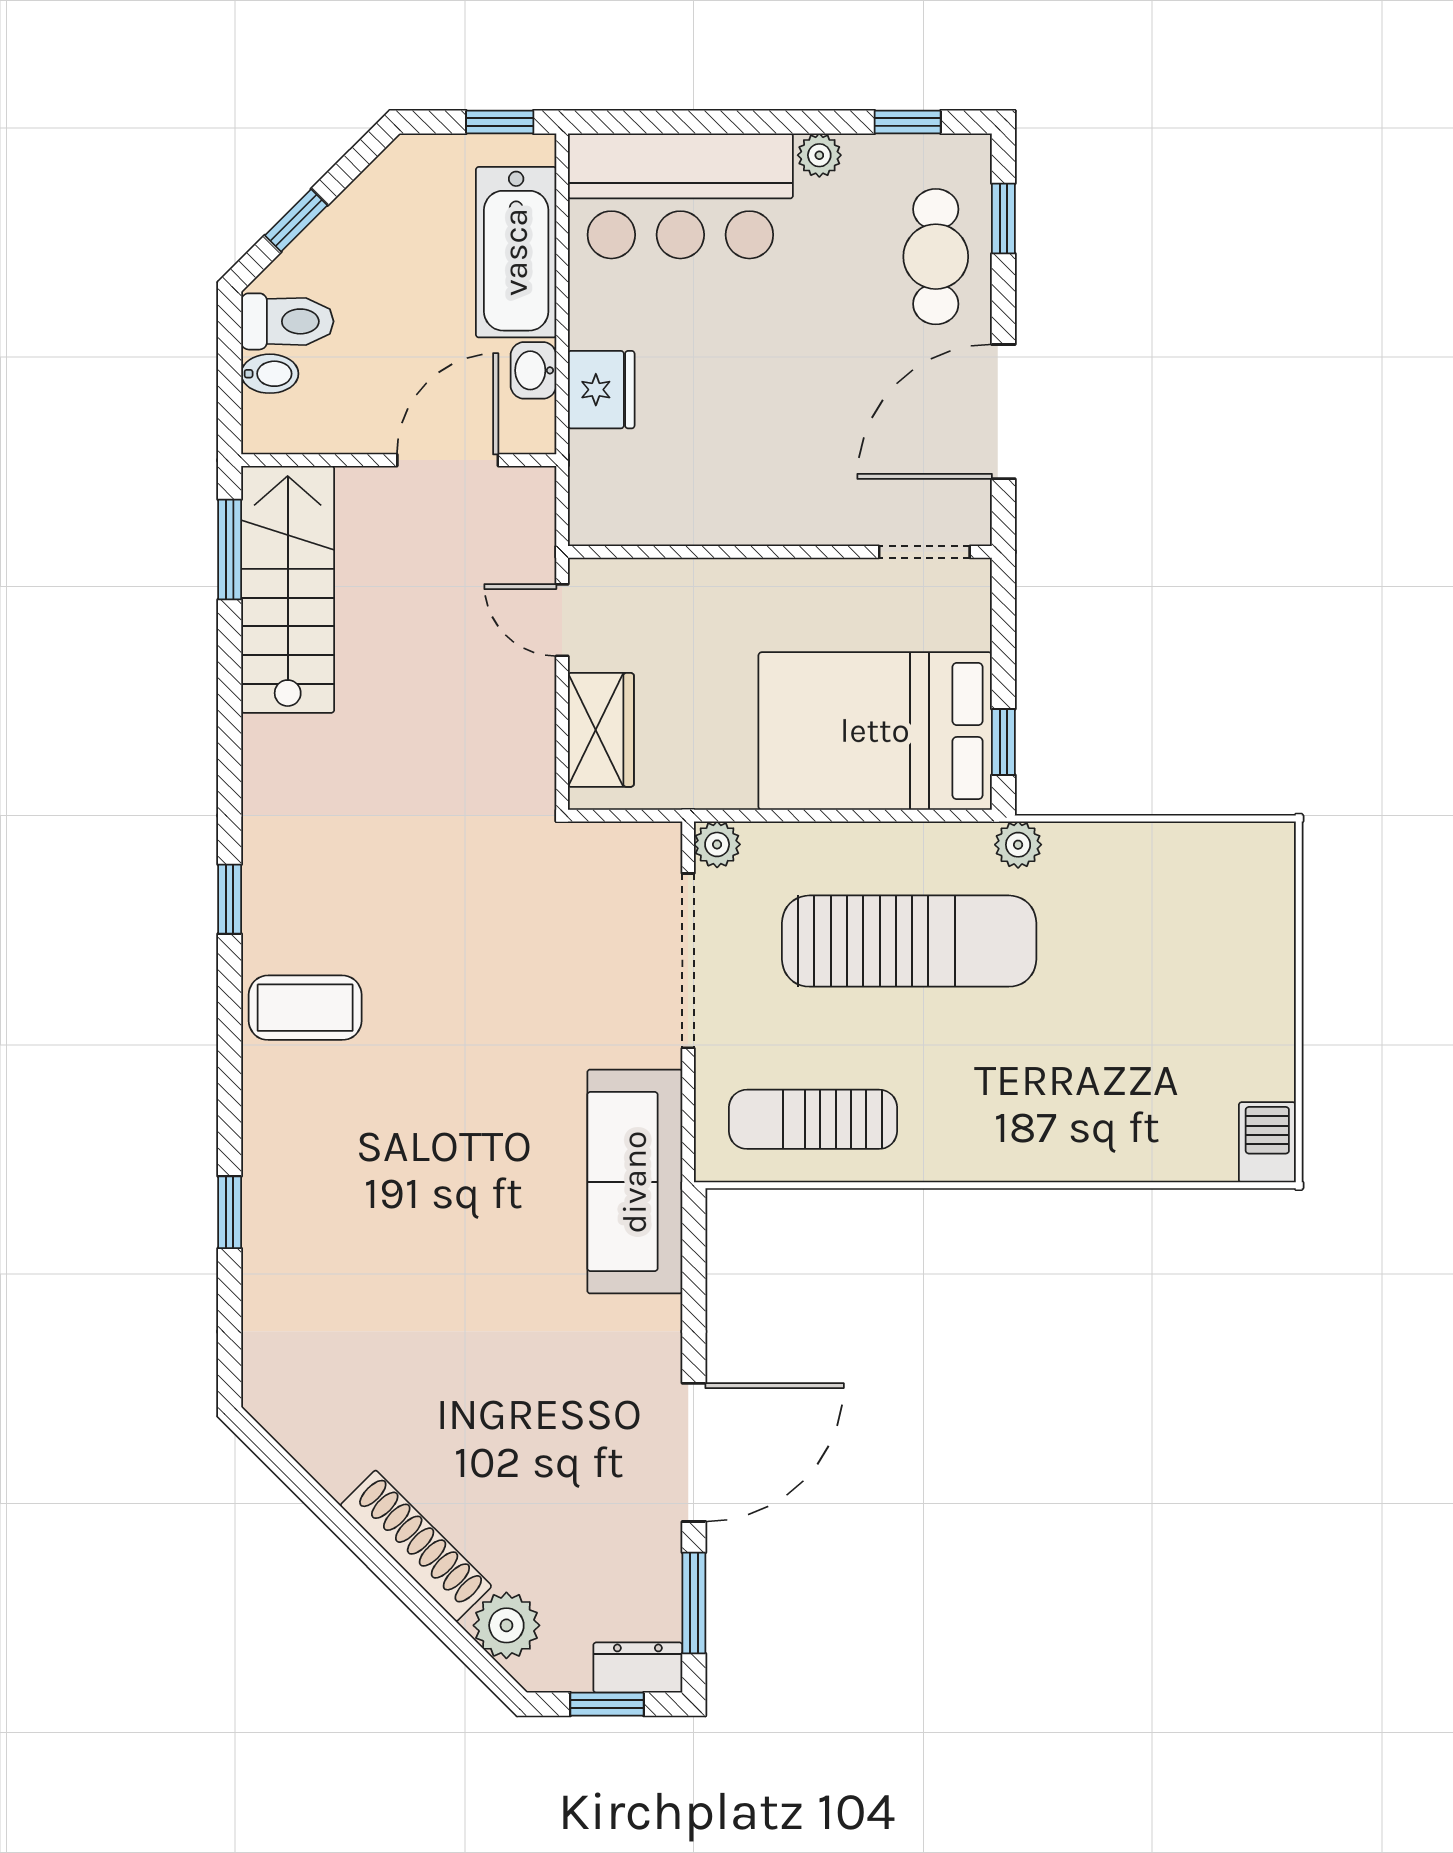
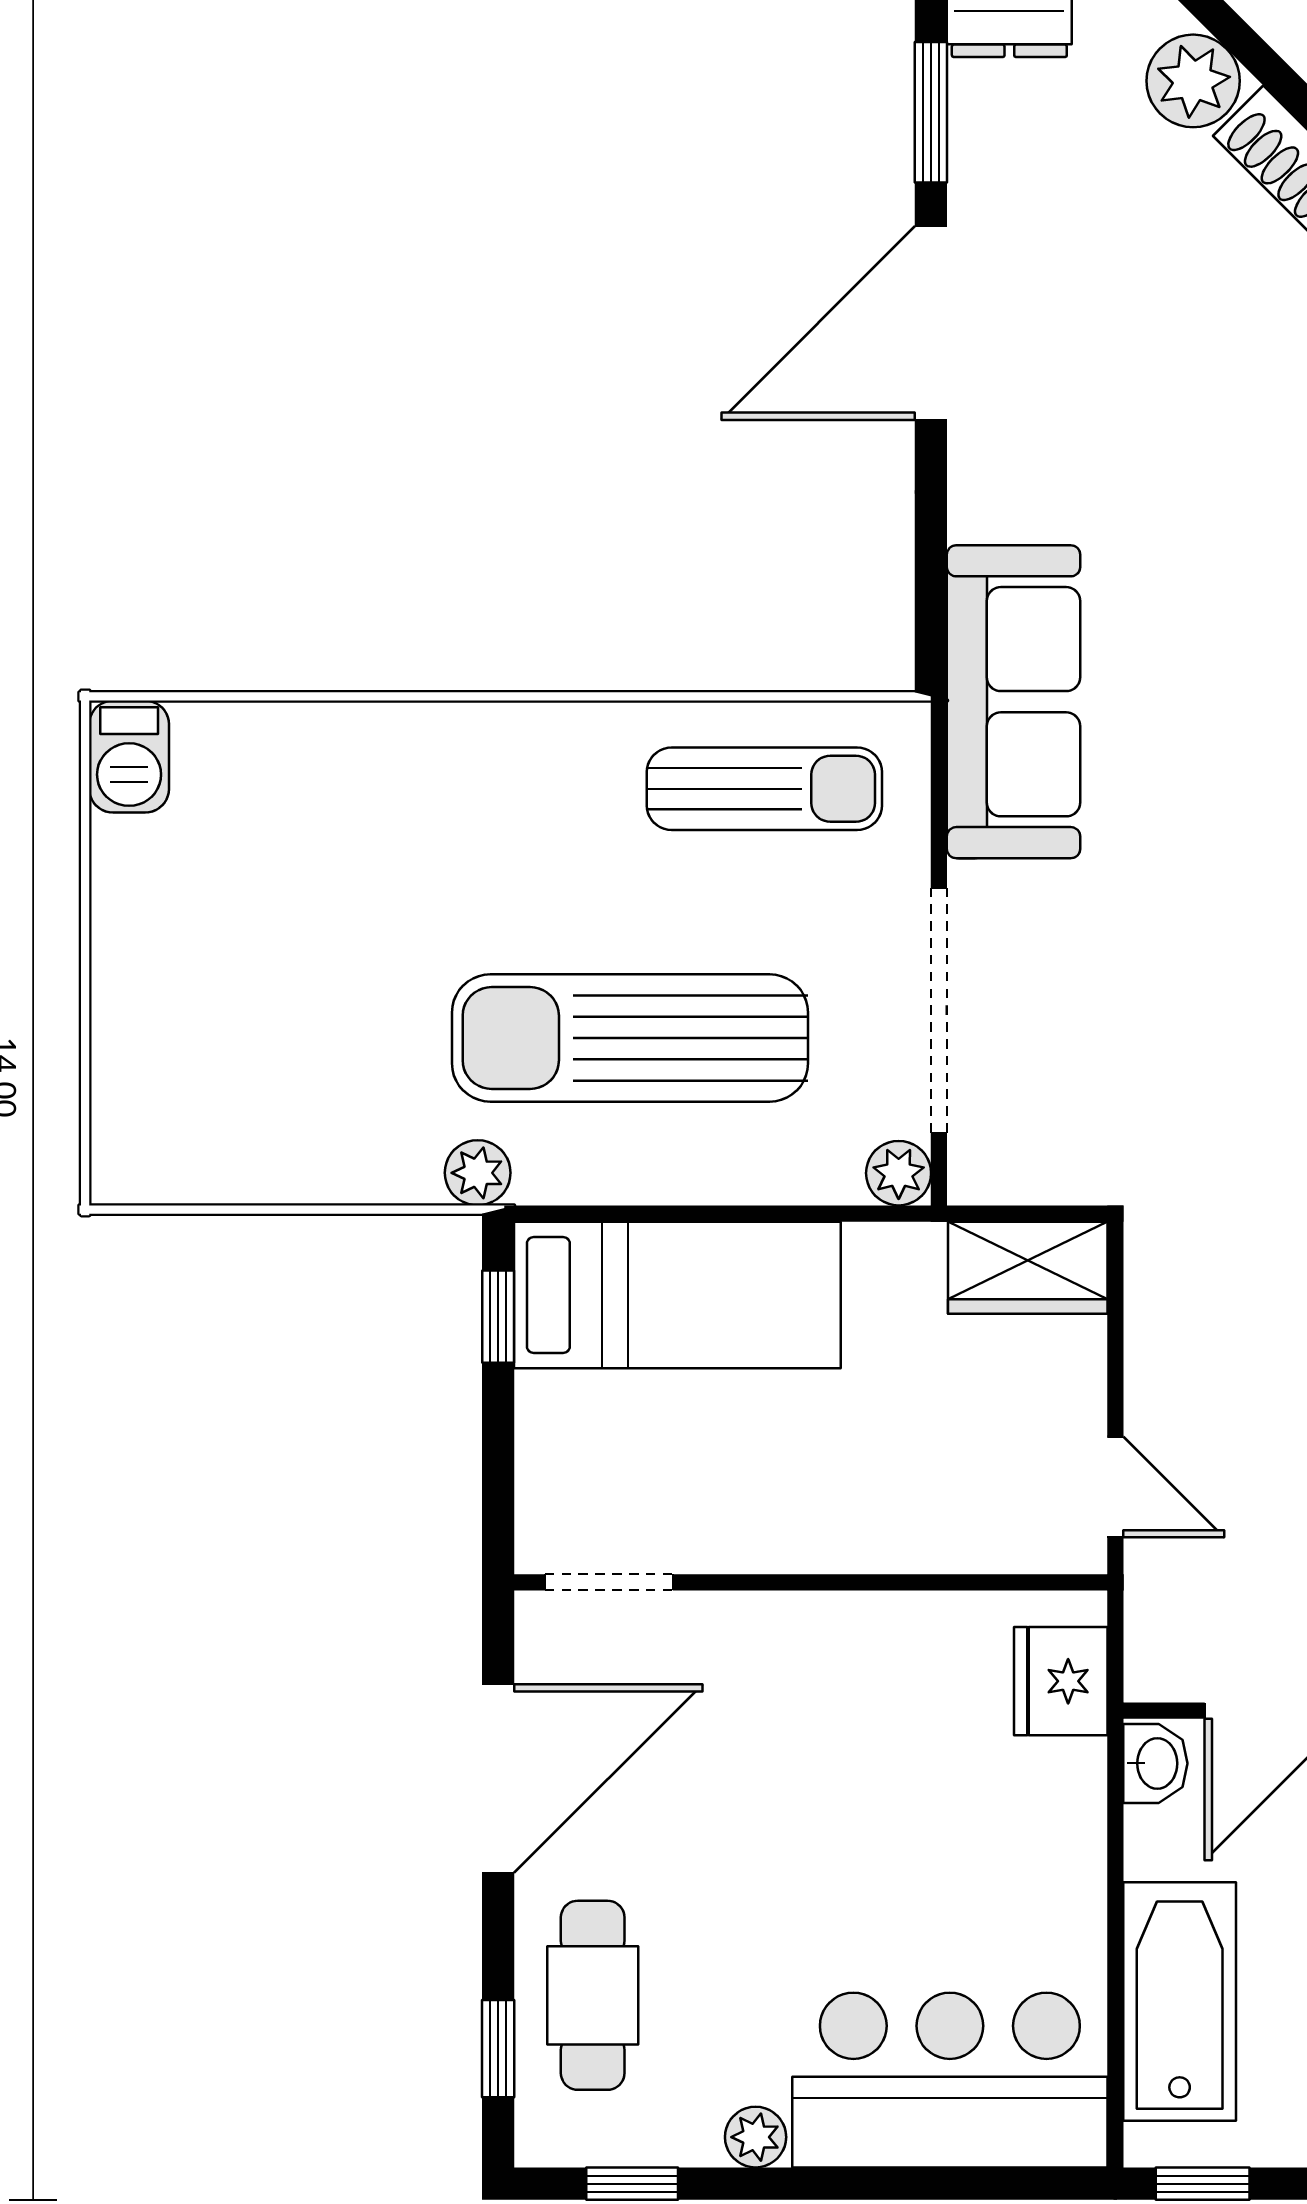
washbasin: (533, 370) -> (1155, 1763), moved
fridge: (601, 390) -> (1061, 1681), moved
wardrobe: (601, 730) -> (1028, 1268), moved, turned -90
bed: (875, 731) -> (677, 1295), width x0.67

